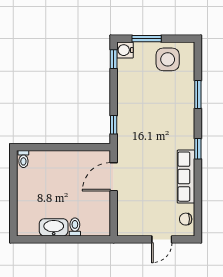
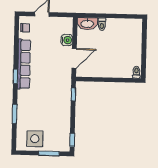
water cooler: (125, 50) -> (67, 40), moved
row of seats: (186, 177) -> (24, 64), width x1.36
washbasin: (54, 227) -> (87, 24), moved

